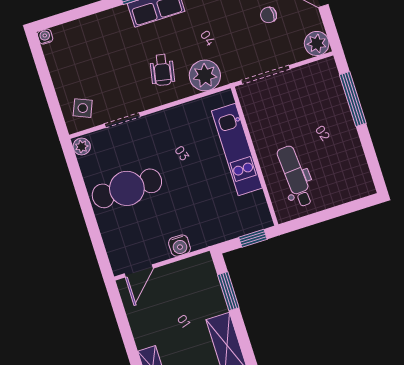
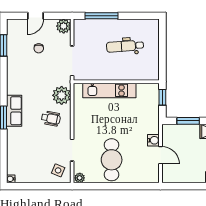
dental chair: (295, 176) -> (125, 46), moved
door: (139, 271) -> (160, 155), moved

